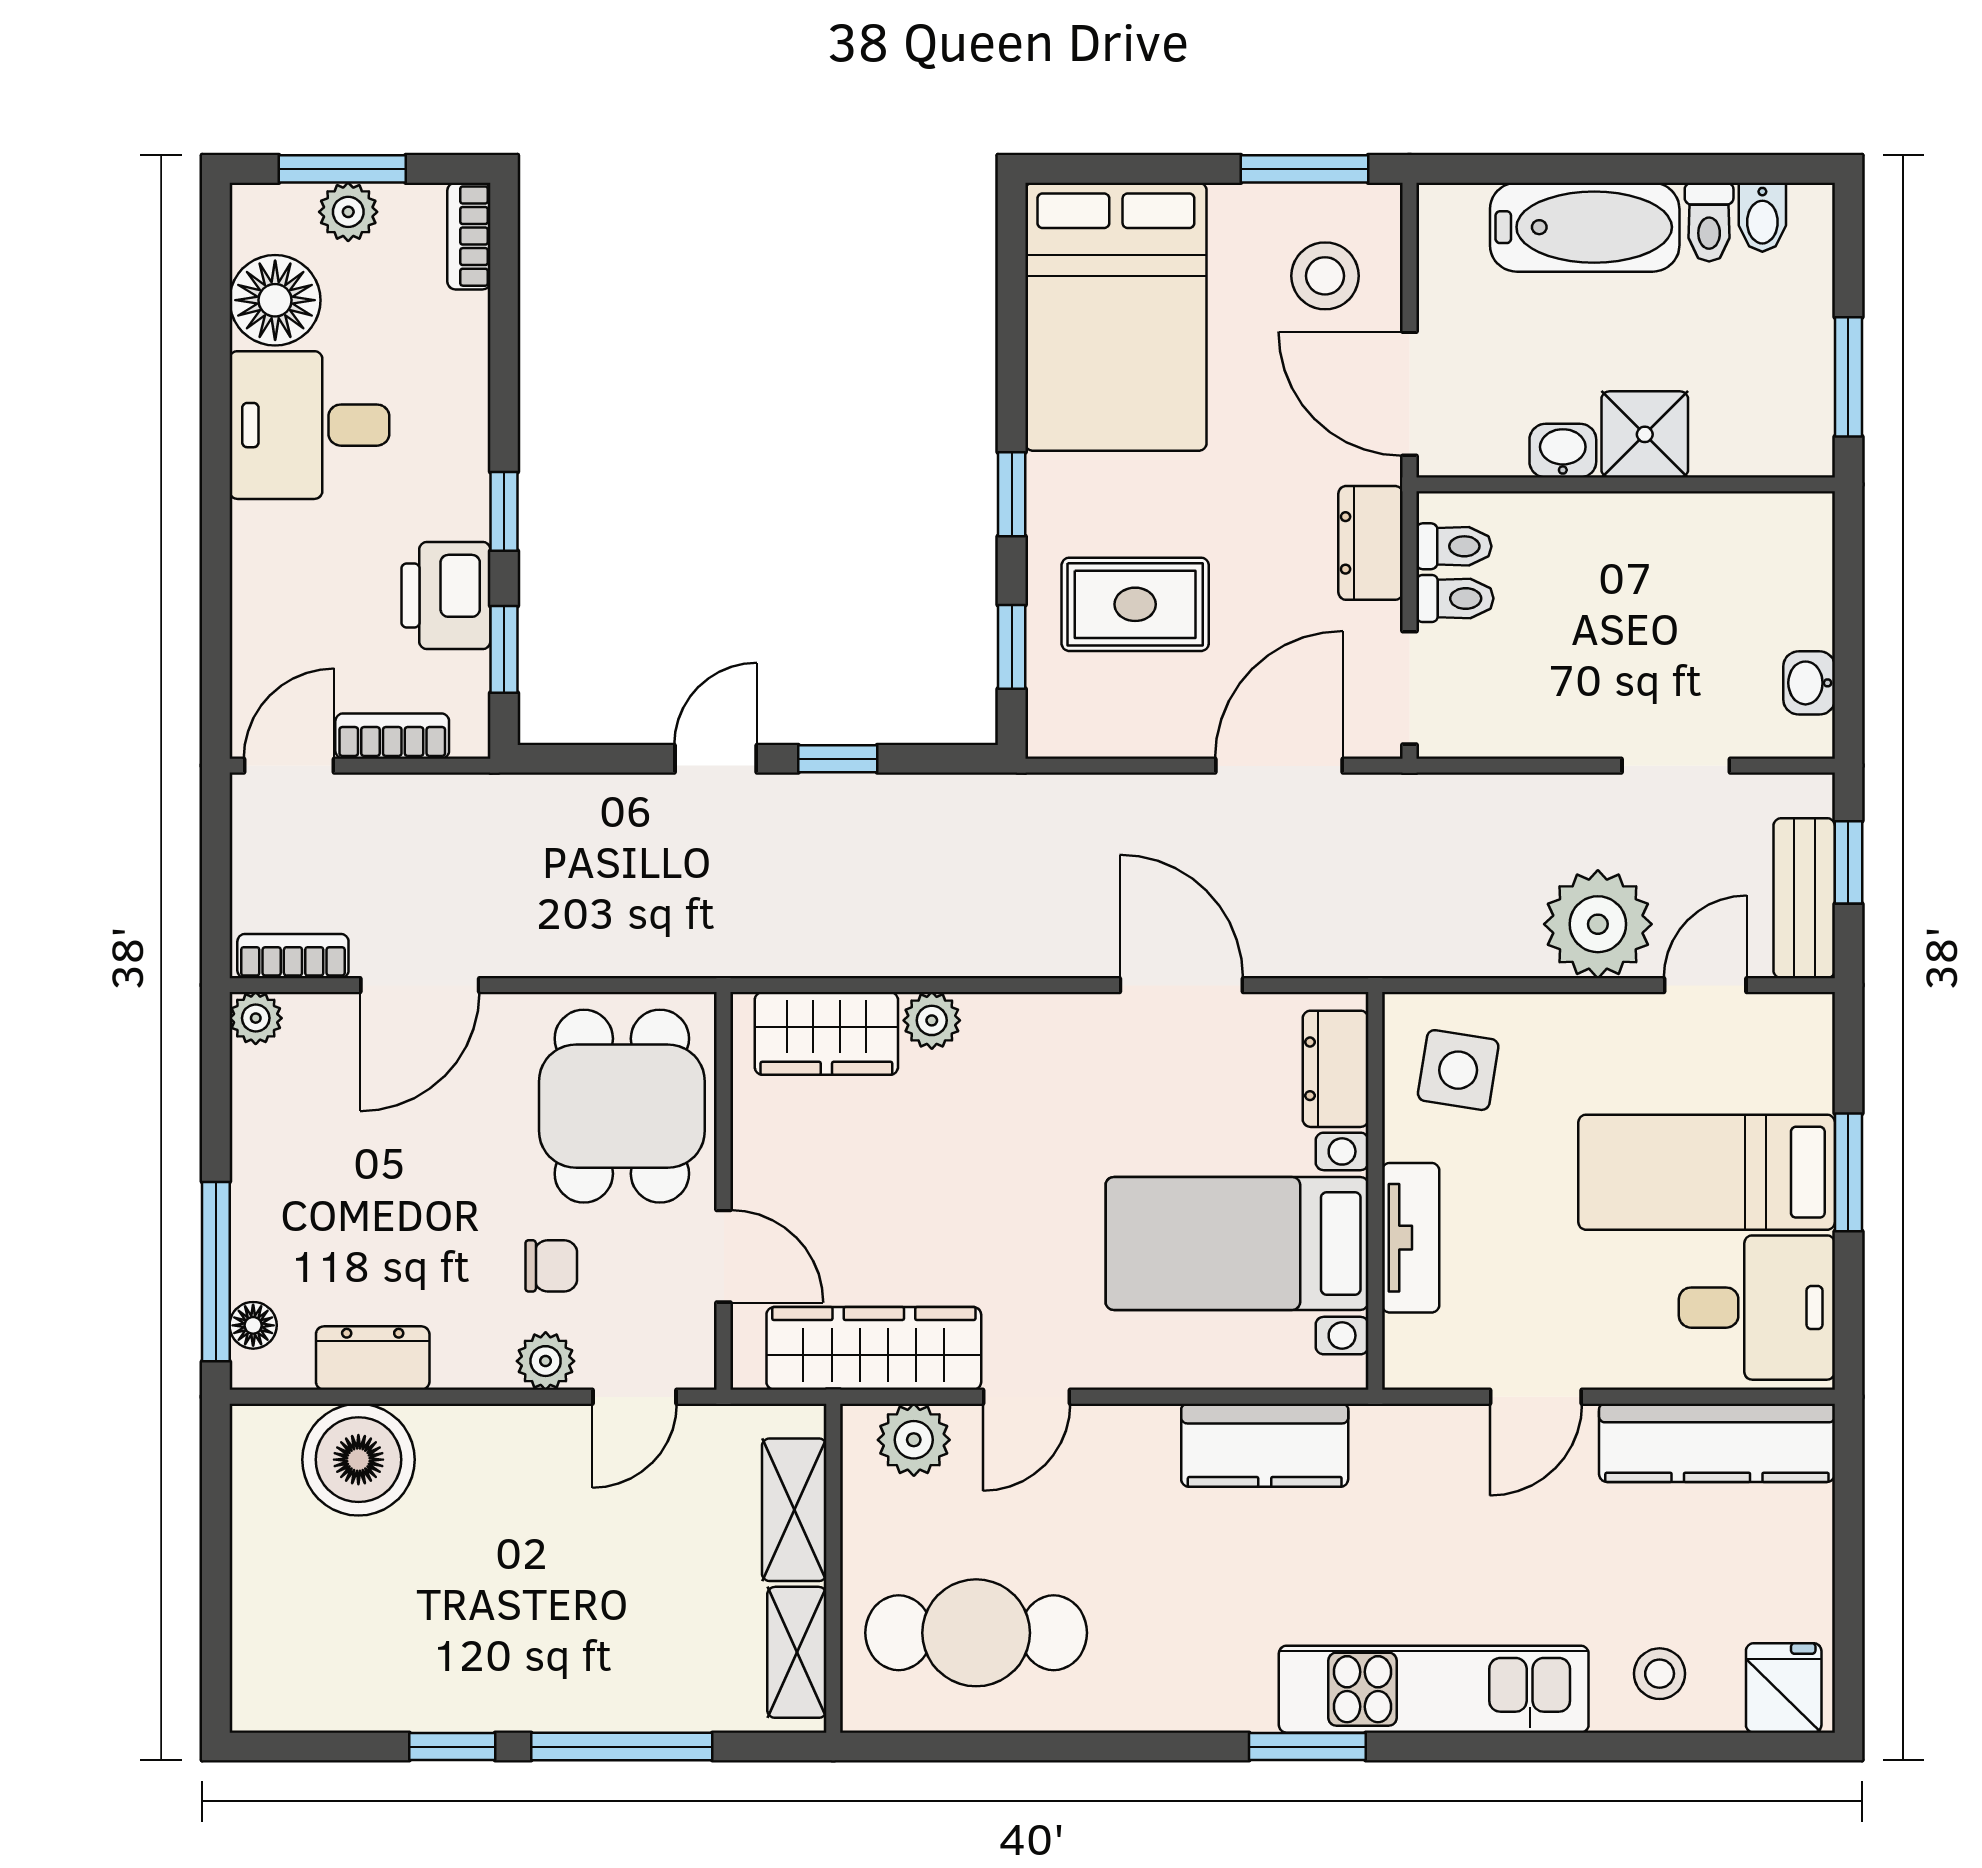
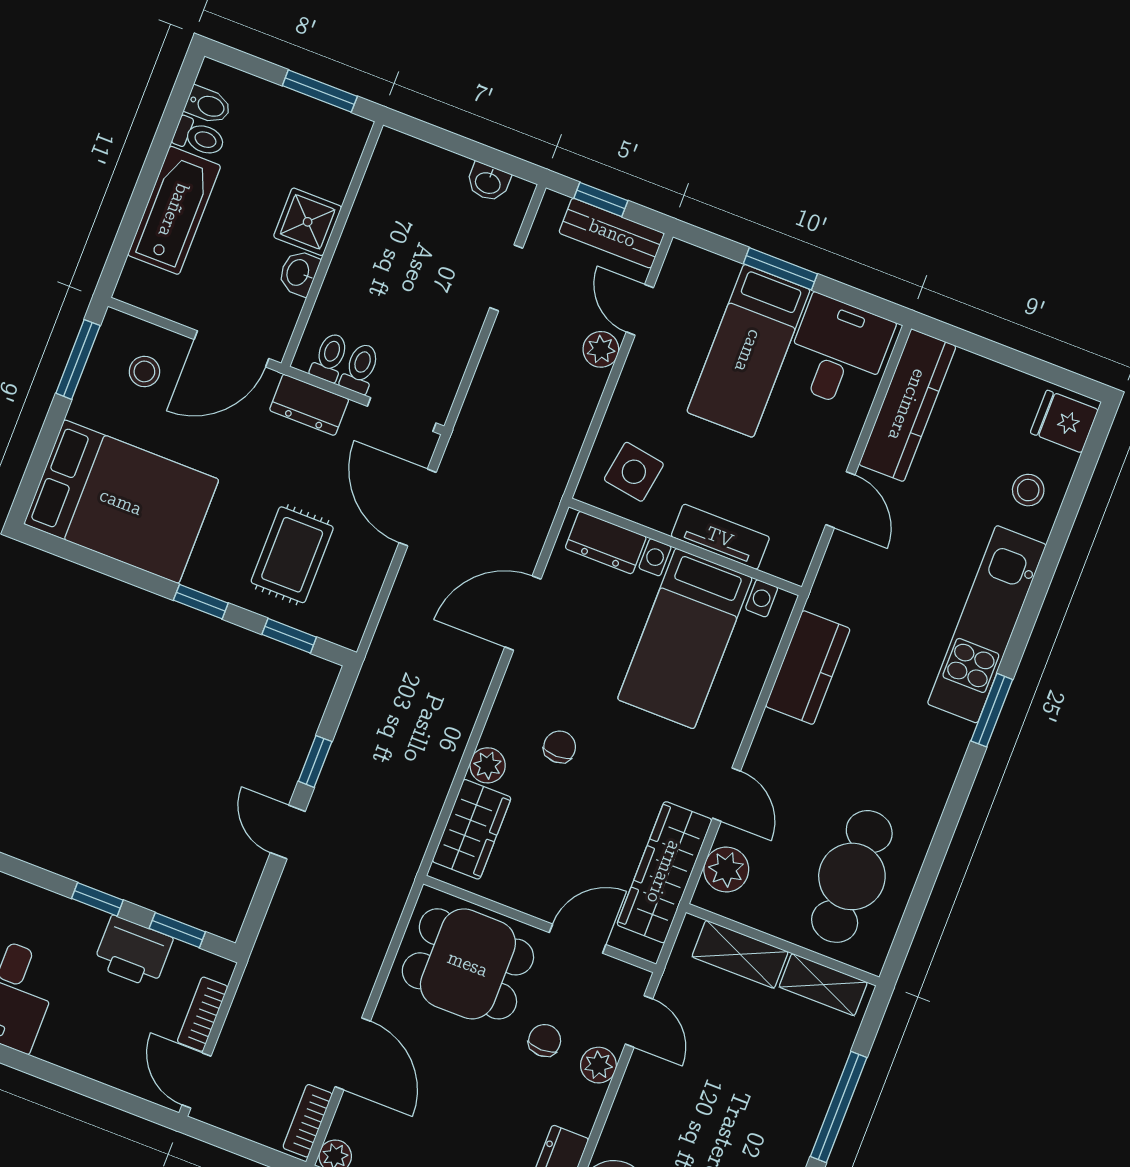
stool: (1325, 276) -> (144, 371), width x0.73, depth x0.73
plant: (1598, 924) -> (601, 349), width x0.53, depth x0.53
chair: (1001, 1118) -> (560, 747), added

